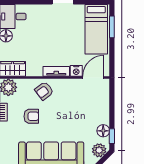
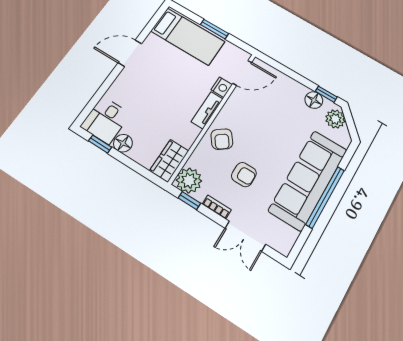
window: (112, 27) -> (214, 29), moved
door: (93, 77) -> (242, 73), swing flipped
armchair: (31, 116) -> (244, 175), turned 90

